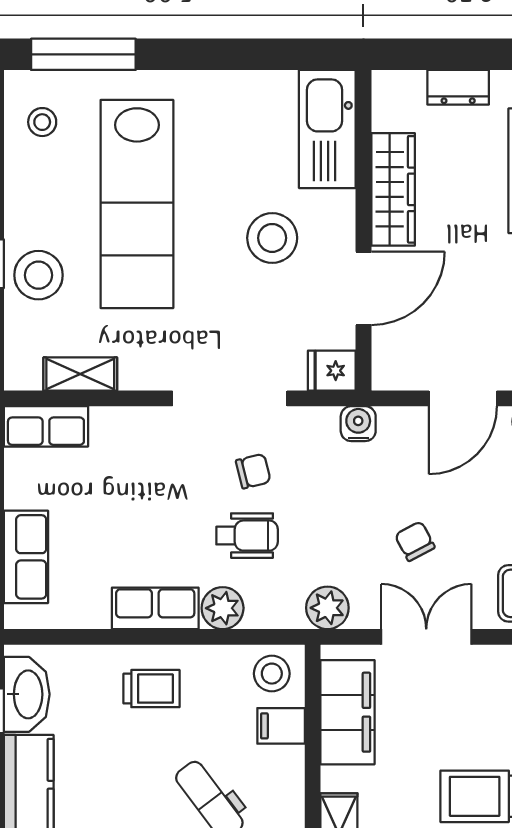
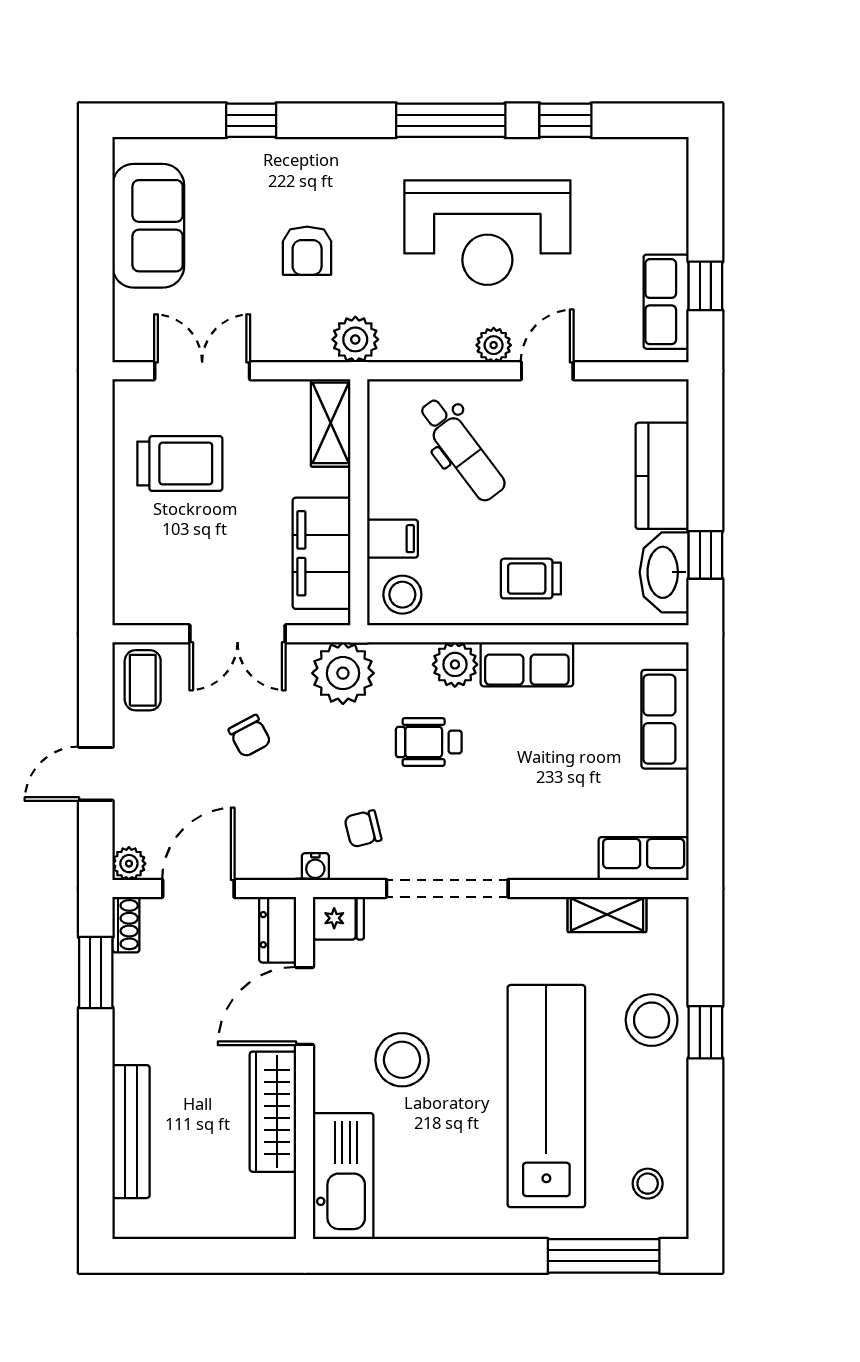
dresser: (458, 87) -> (278, 930), moved, turned -90
water cooler: (358, 424) -> (315, 867), width x0.72, depth x0.72
chair: (253, 471) -> (363, 829), moved
plant: (327, 608) -> (343, 673), width x1.36, depth x1.36

